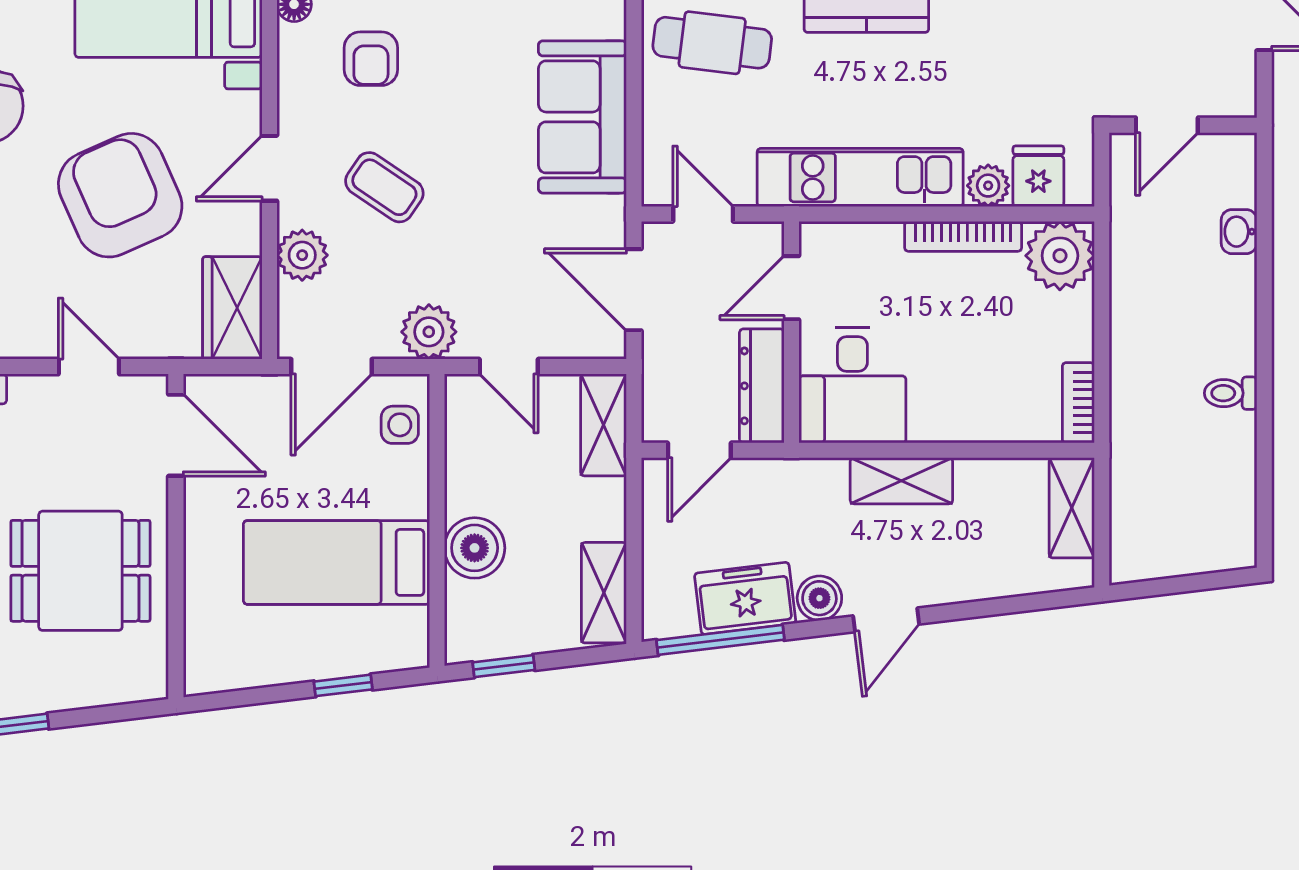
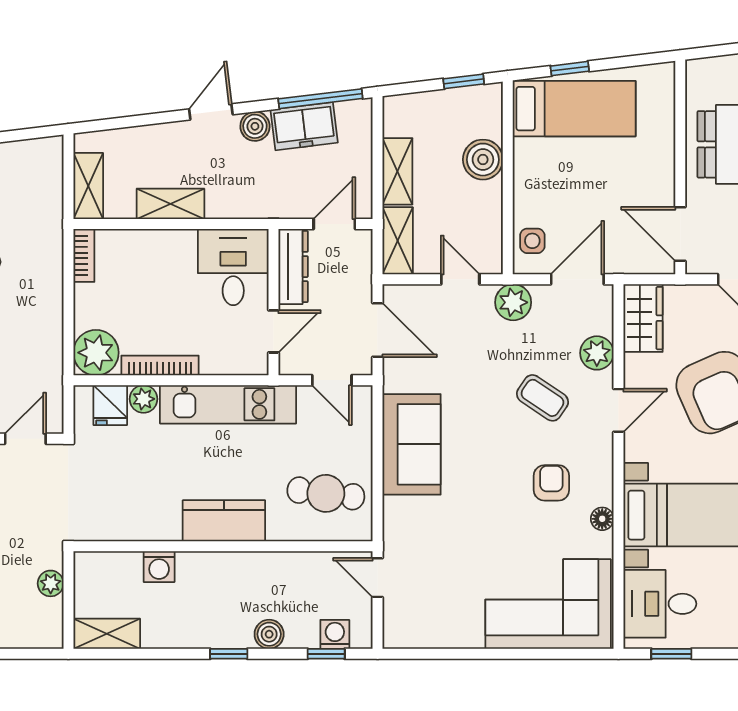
shelving: (901, 481) -> (170, 204), moved
bed: (336, 562) -> (574, 109), moved
shelving: (604, 593) -> (397, 171), moved

